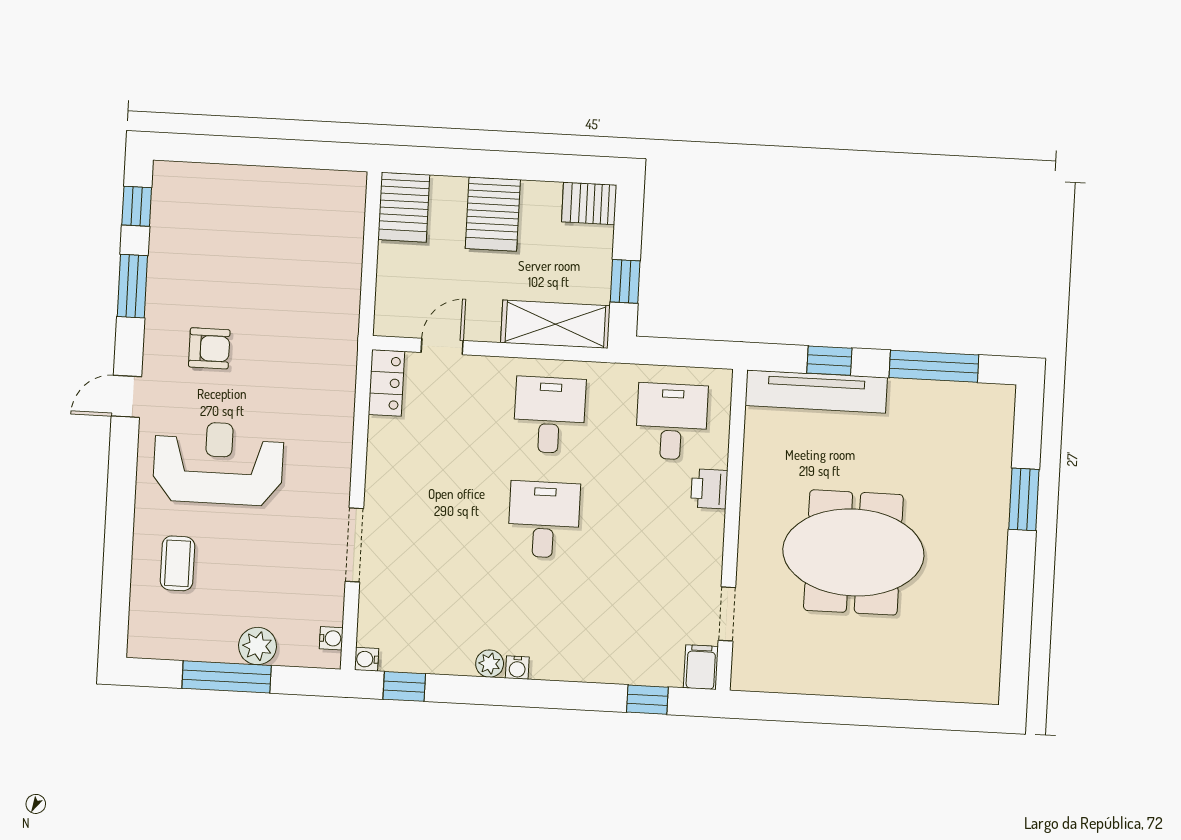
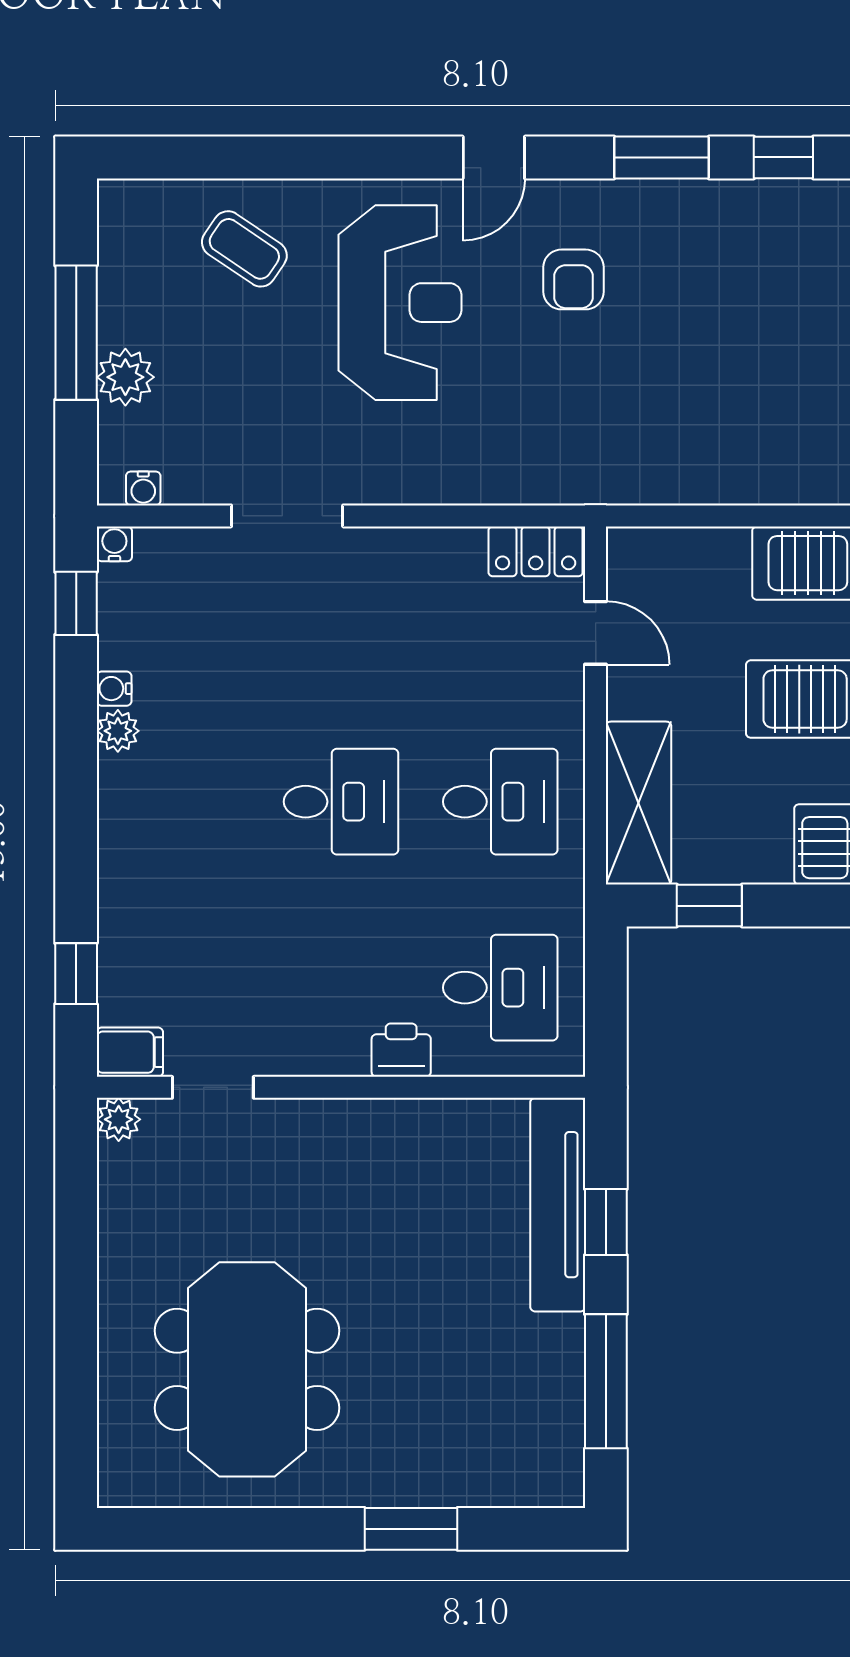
door: (126, 396) -> (494, 157), swing flipped
meeting table: (853, 552) -> (247, 1369), moved
coffee table: (177, 563) -> (244, 249), turned 34
water cooler: (517, 668) -> (114, 689), moved
plant: (745, 677) -> (119, 1119), added

